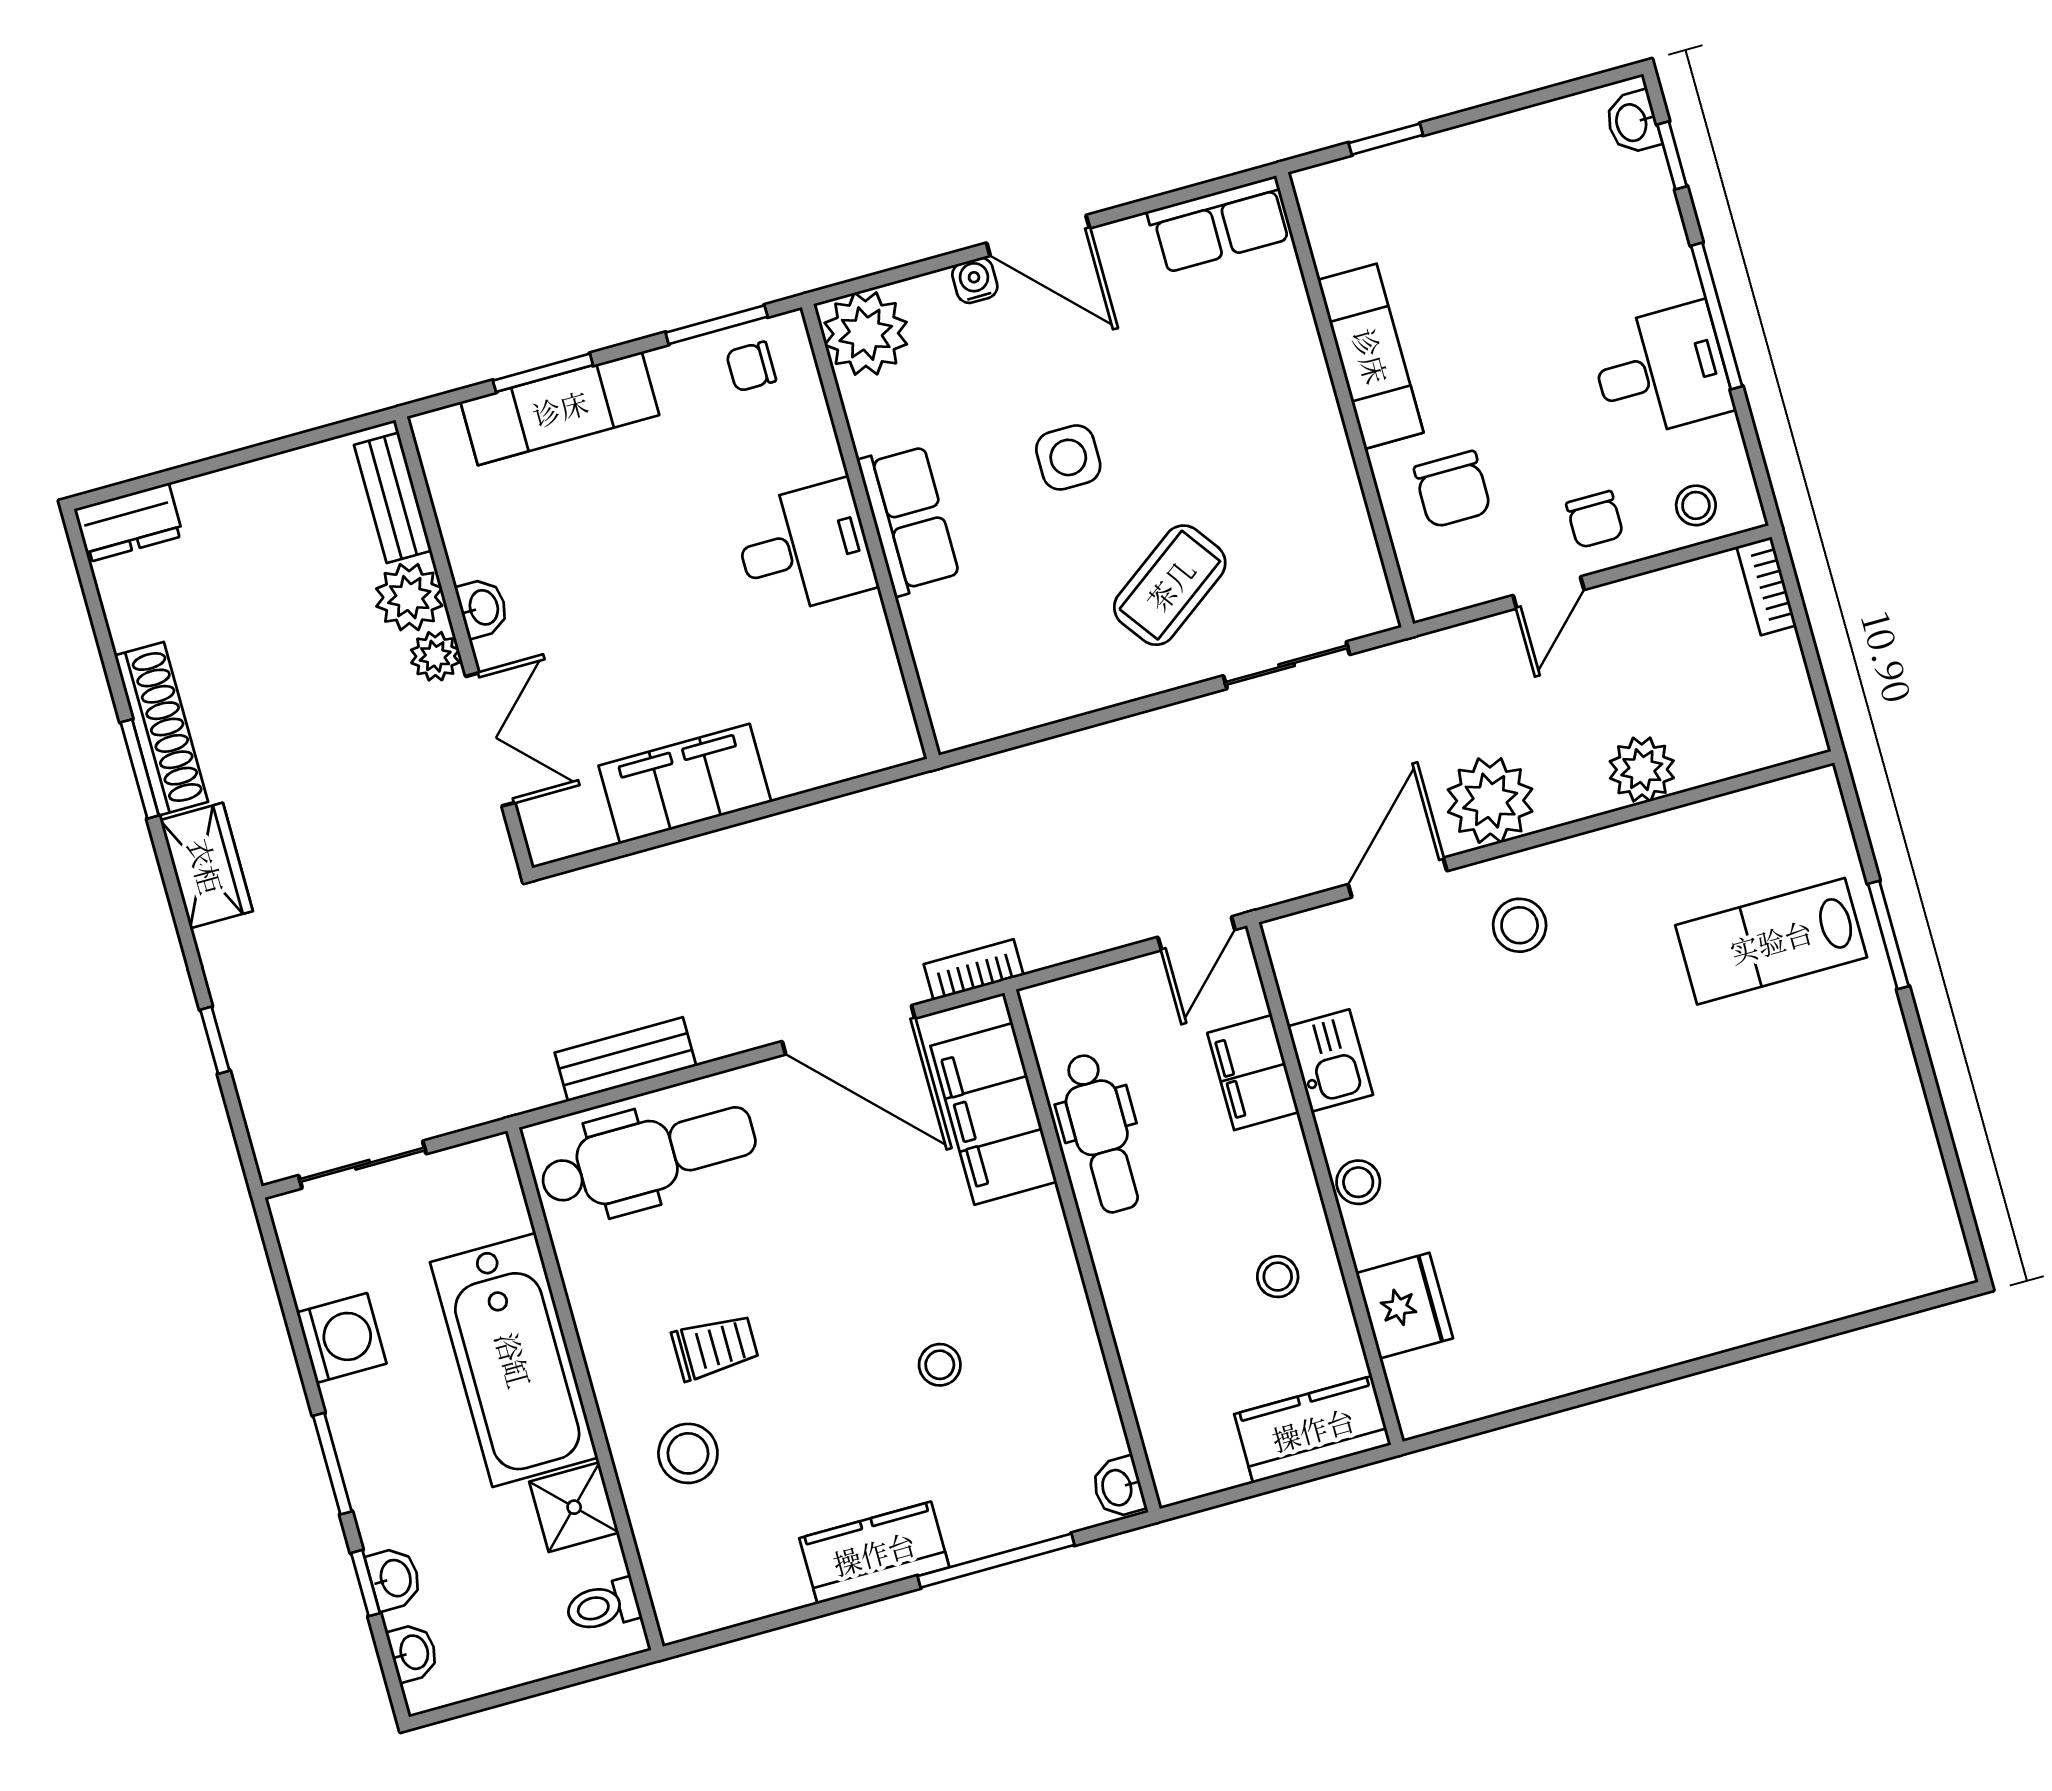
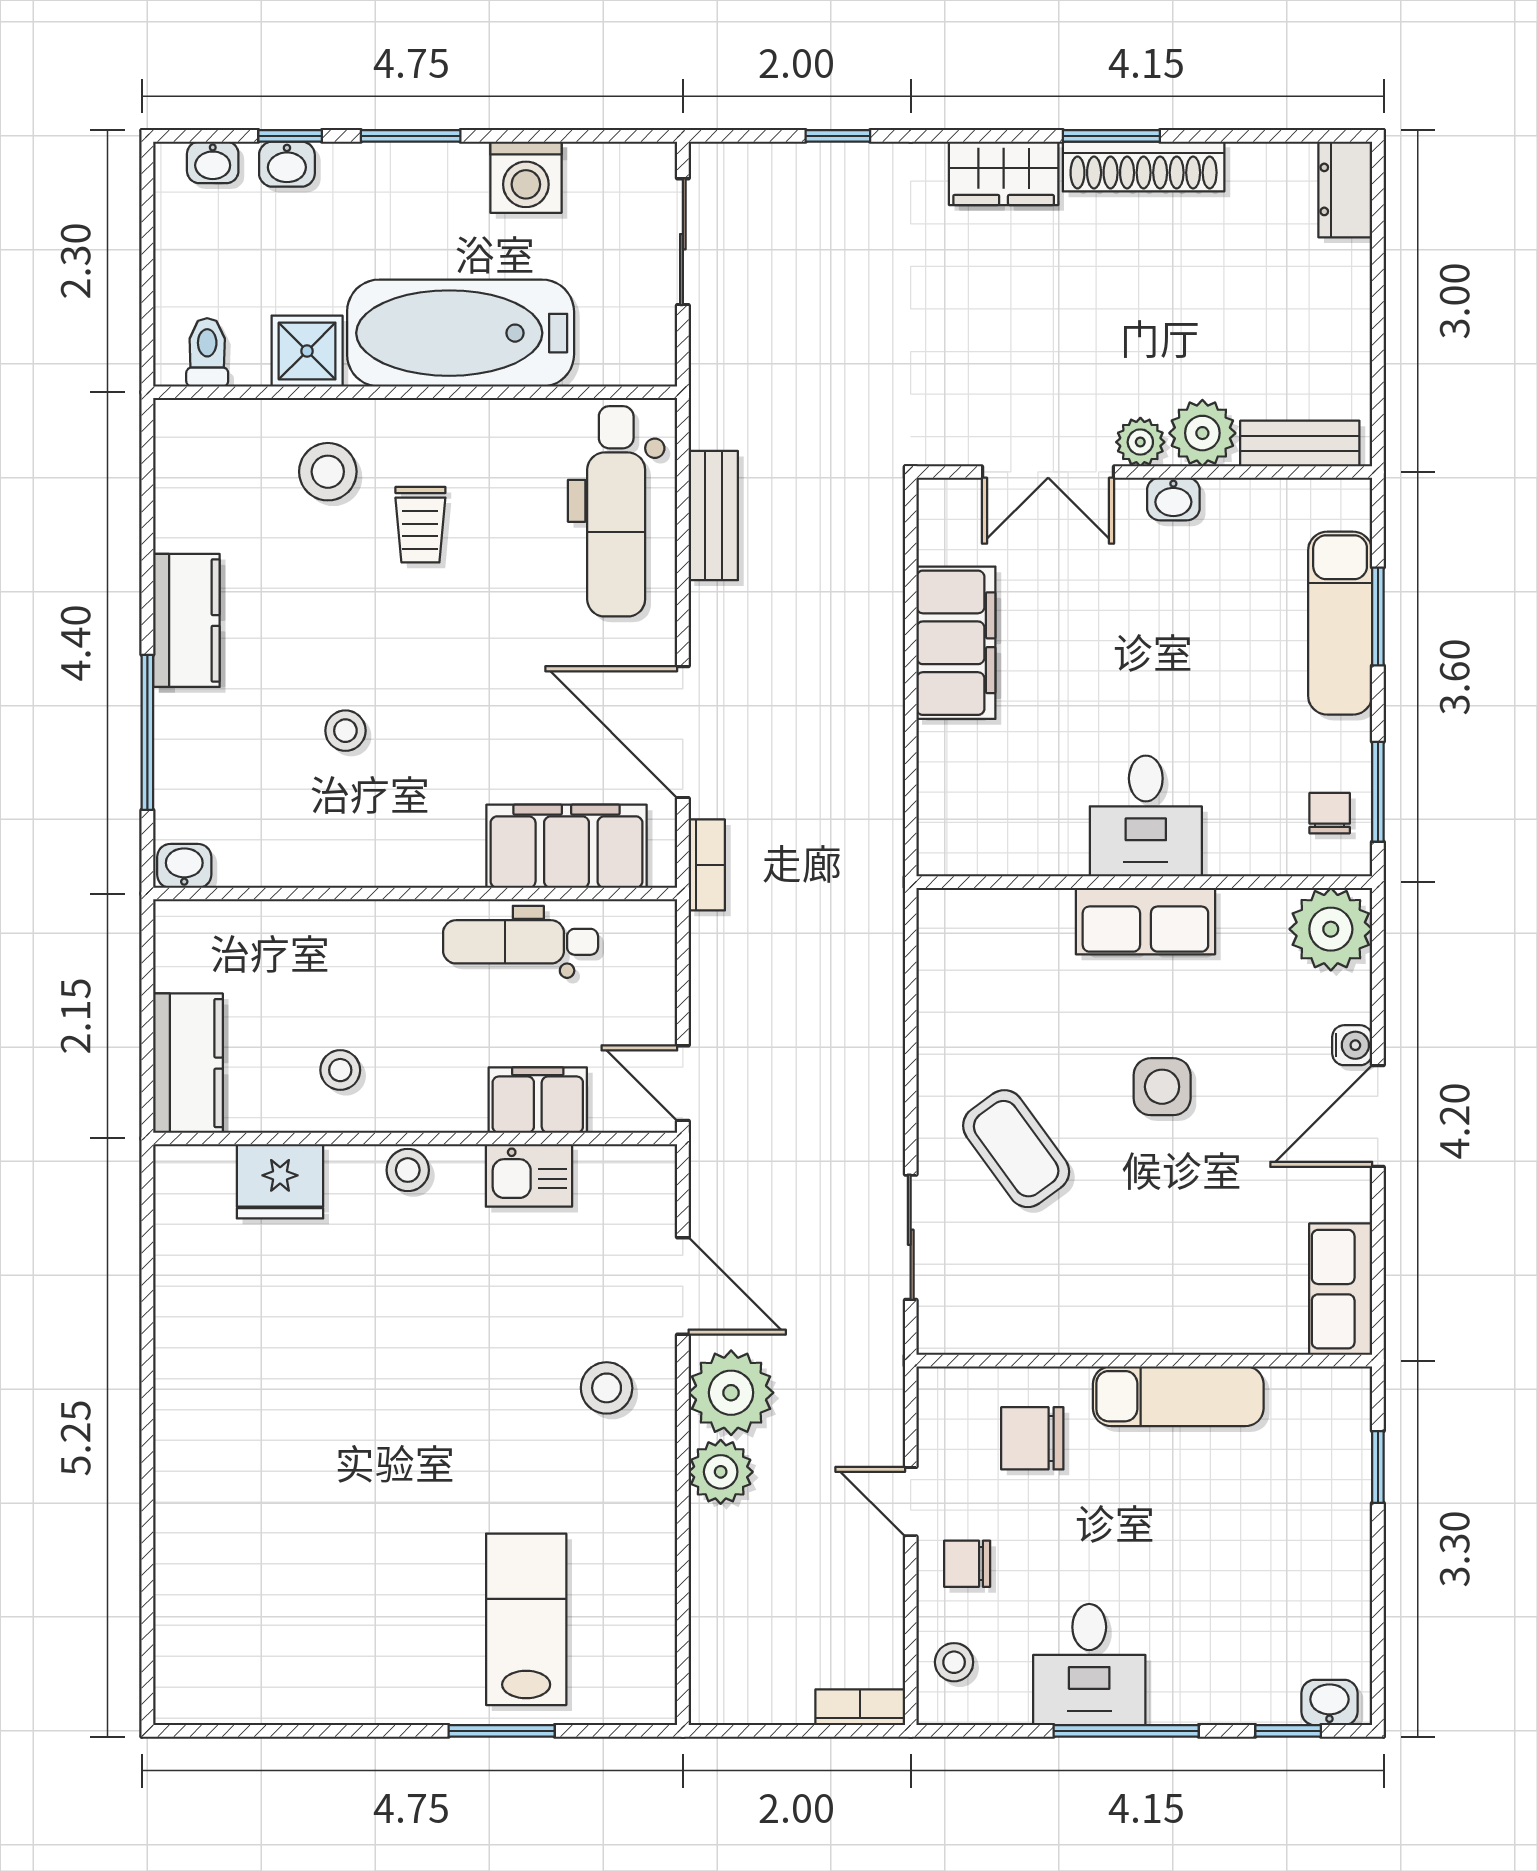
plant: (1642, 770) -> (721, 1472), moved
door: (848, 1030) -> (683, 732), hinge flipped

